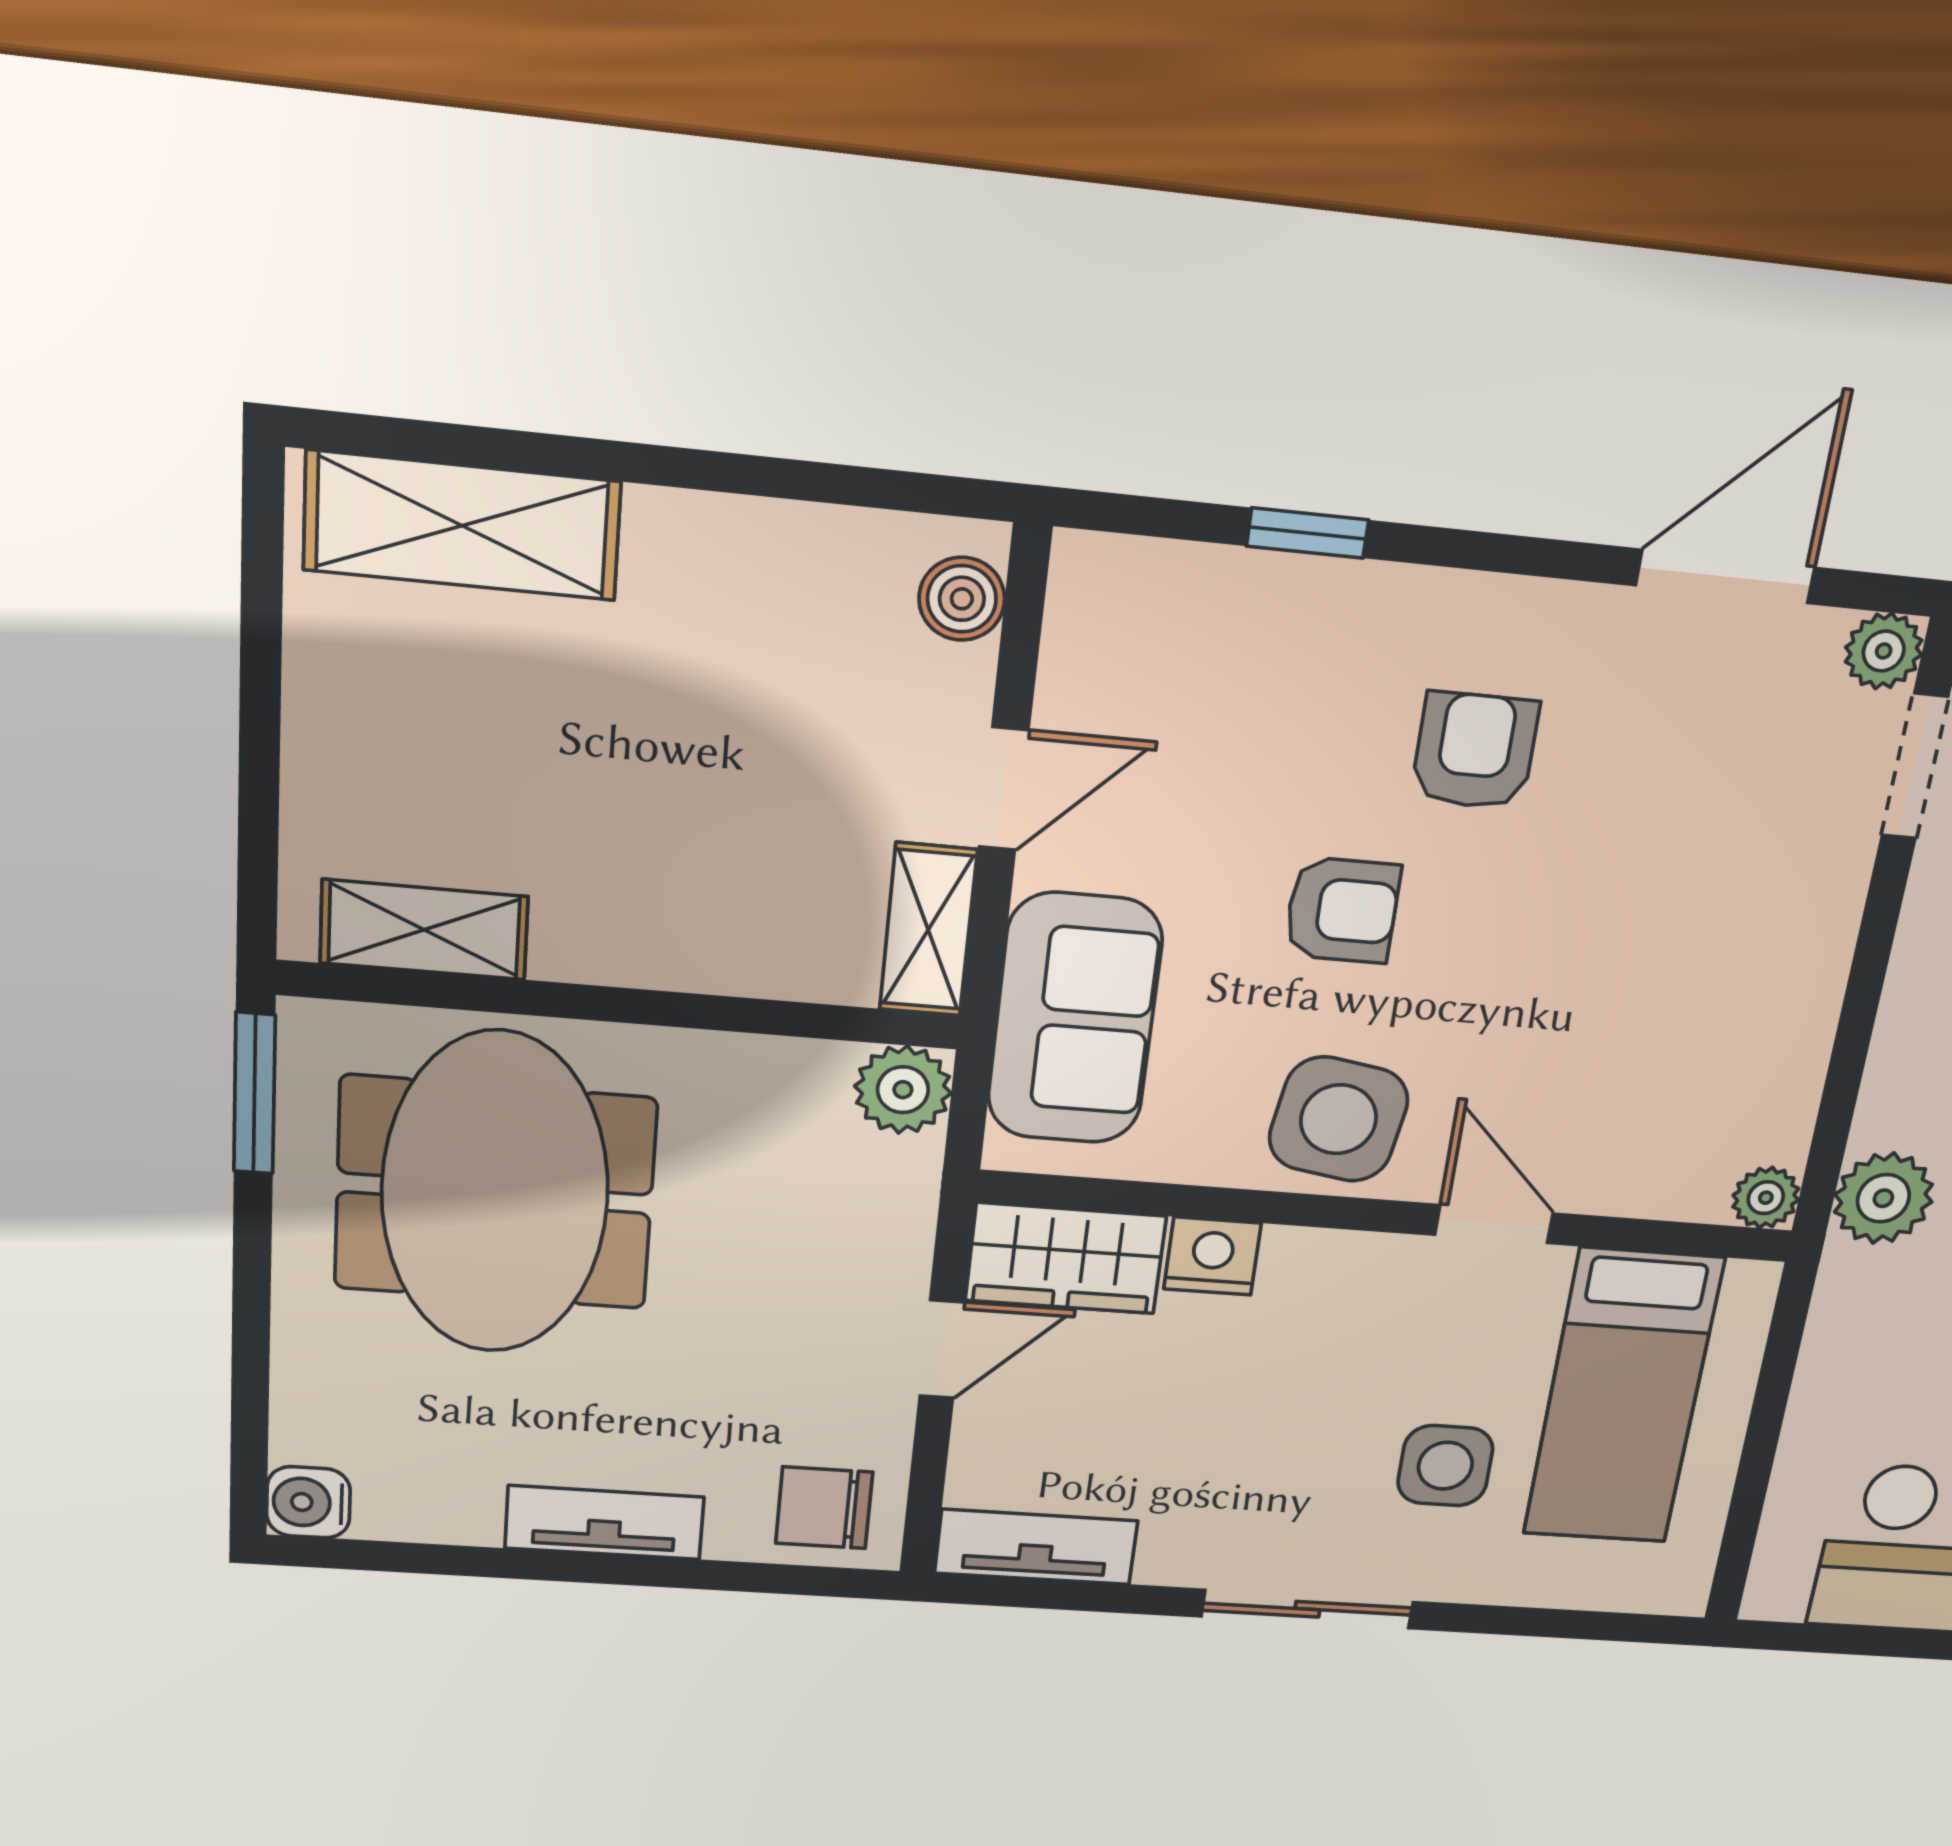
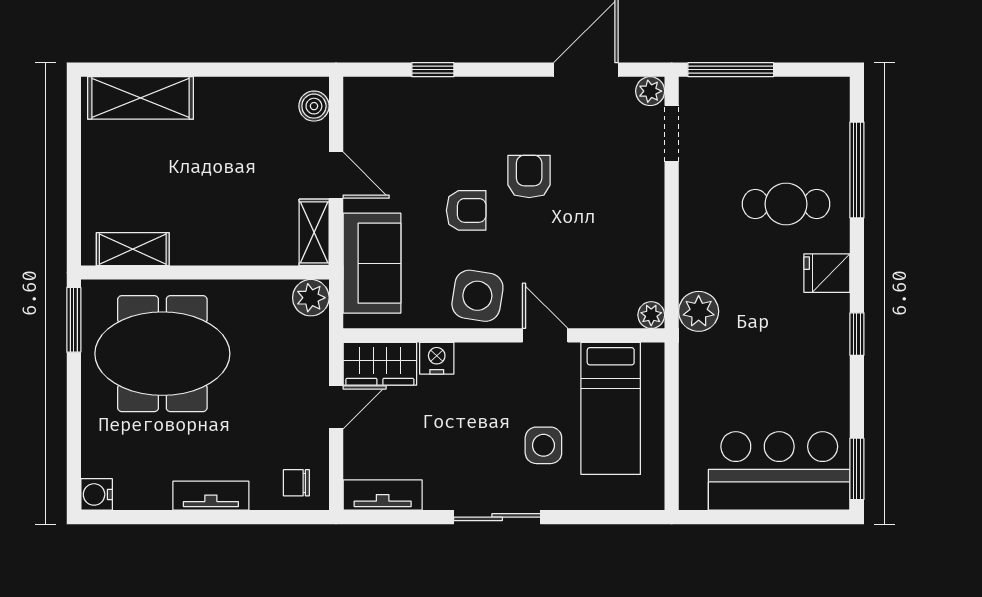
armchair: (1475, 751) -> (529, 177), moved
door: (1004, 789) -> (336, 175), hinge flipped
meeting table: (495, 1193) -> (162, 354), turned 90
chair: (824, 1508) -> (296, 483), width x0.73, depth x0.73

